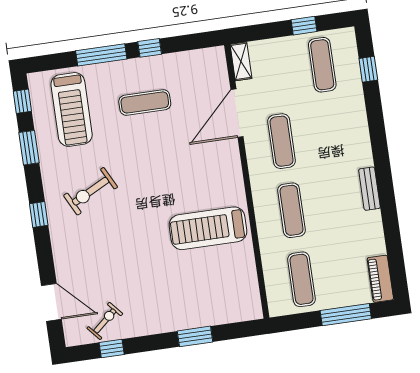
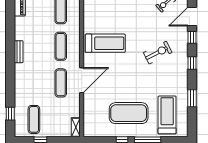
window: (22, 101) -> (192, 37), moved
exercise mat: (145, 102) -> (129, 113), width x2.00, depth x1.45
door: (237, 113) -> (82, 80), moved
exercise bike: (91, 191) -> (158, 53), moved
door: (51, 302) -> (192, 17), hinge flipped

